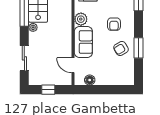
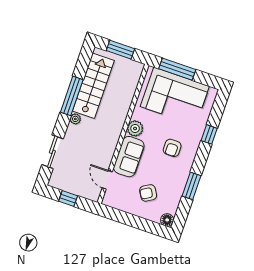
armchair: (121, 48) -> (148, 193), moved
floor lamp: (90, 80) -> (167, 220), moved

